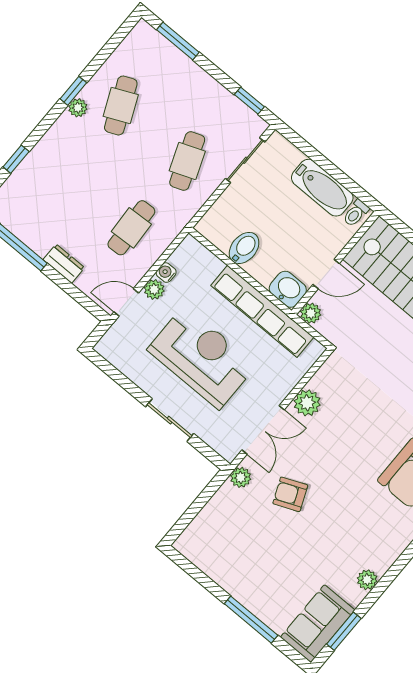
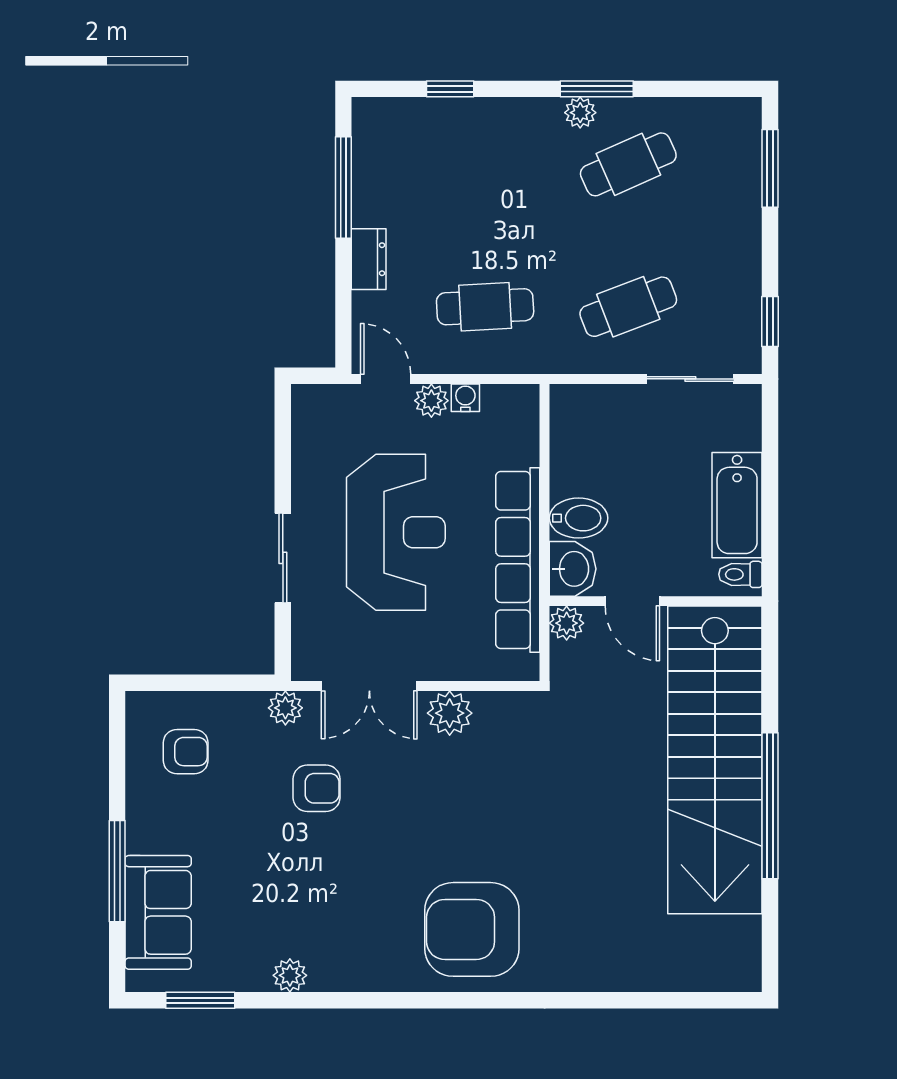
window: (73, 91) -> (597, 89), width x1.50
bidet: (244, 248) -> (579, 518), moved
armchair: (290, 494) -> (317, 788), turned 113
armchair: (222, 541) -> (186, 752), added
sofa: (318, 624) -> (158, 912), moved, turned 90

